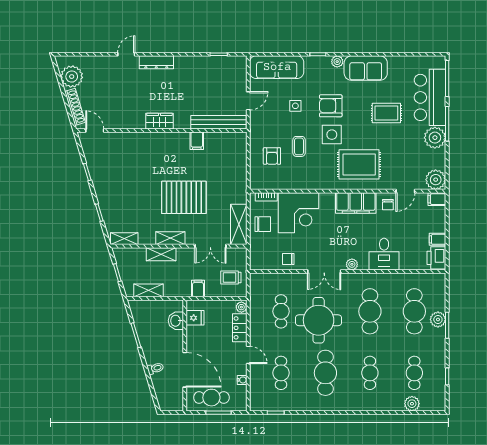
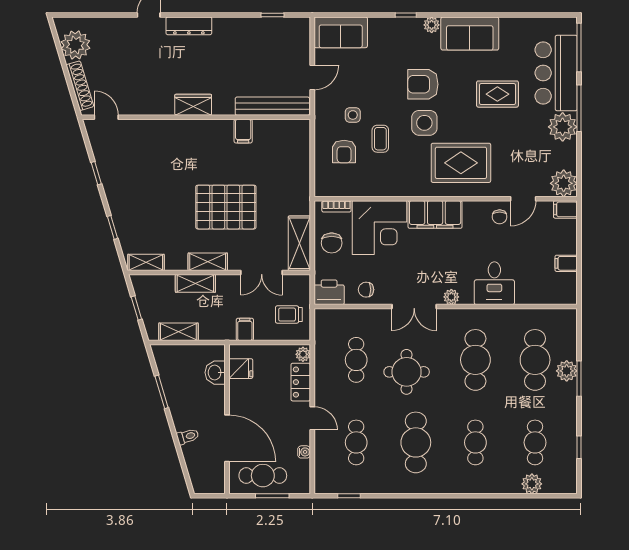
sofa: (277, 67) -> (341, 32), width x0.73
side table: (295, 106) -> (353, 115), moved
filing cabinet: (356, 203) -> (435, 215), moved
chair: (263, 224) -> (332, 243), turned 90
printer: (436, 258) -> (329, 292), moved, turned 90
round table: (319, 320) -> (407, 372), width x0.73, depth x0.73

